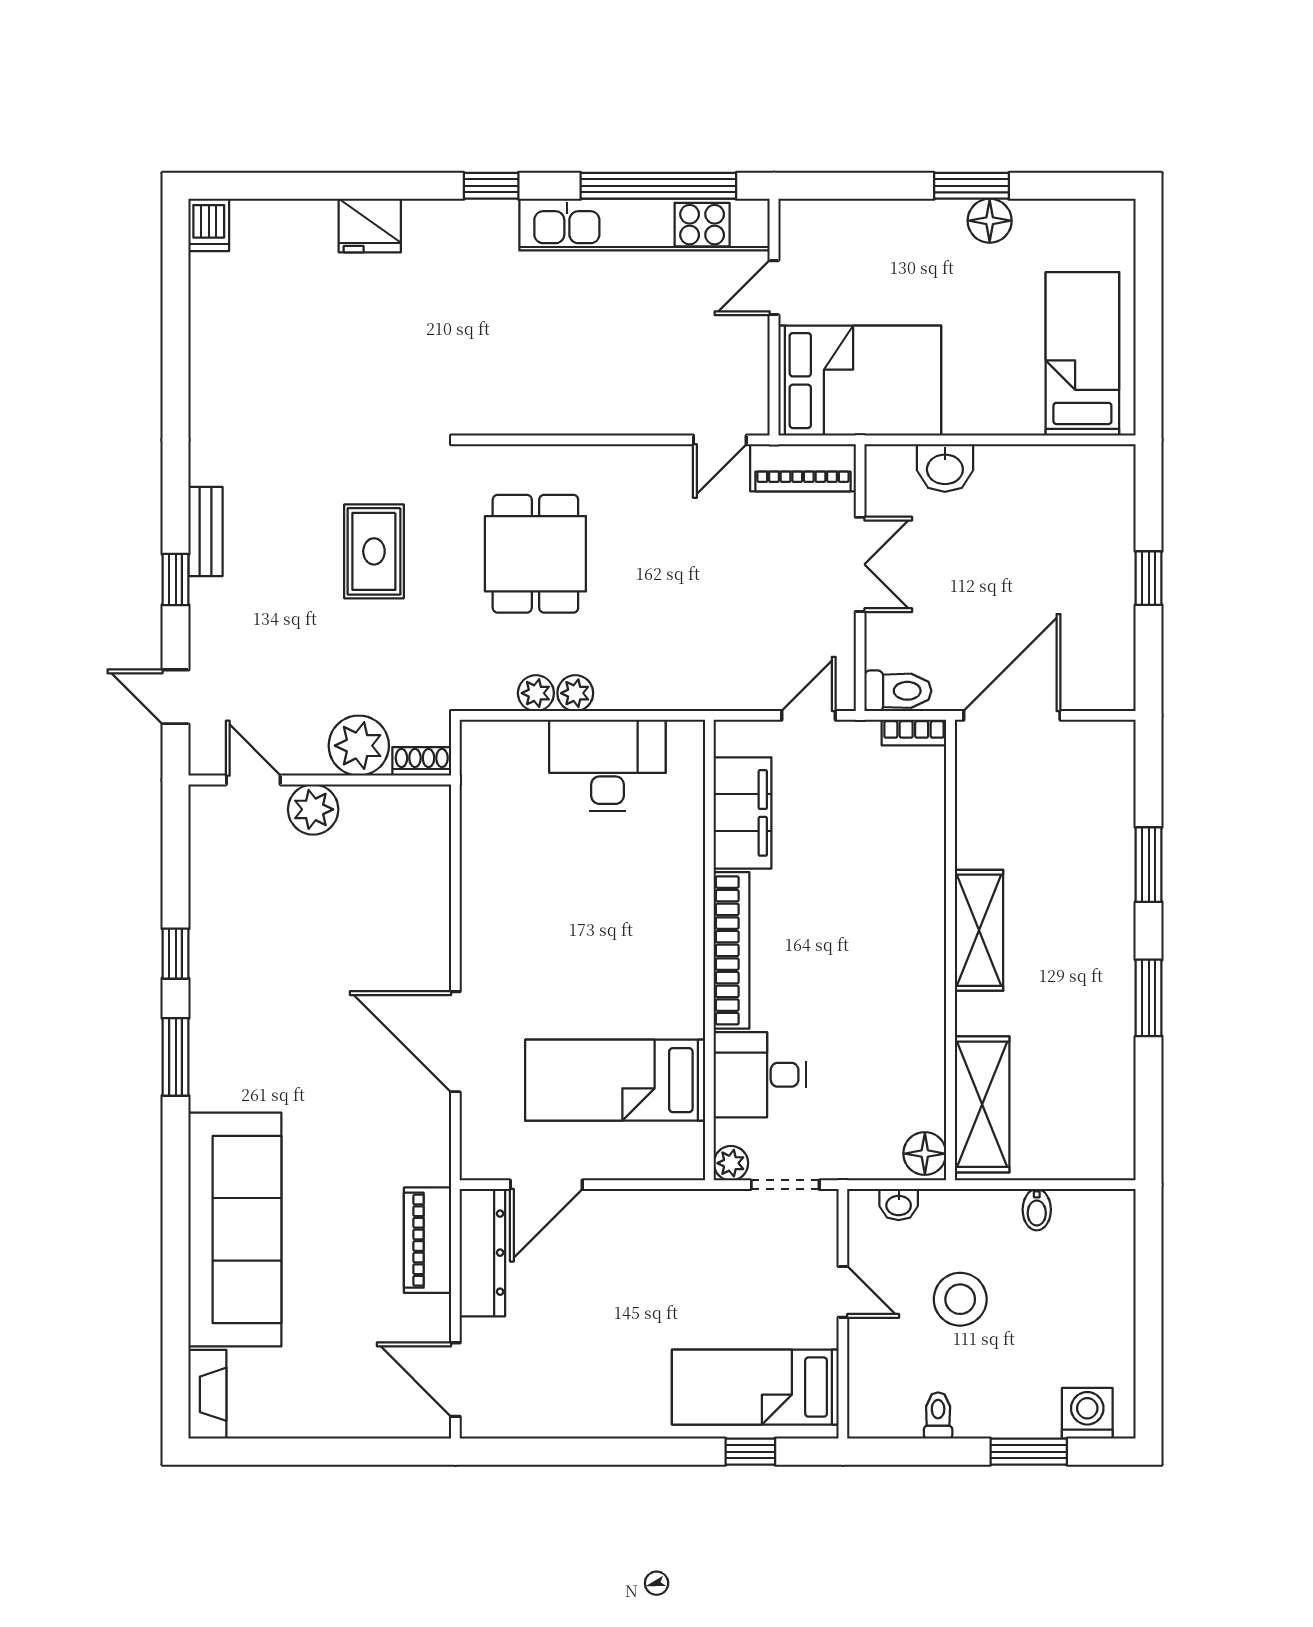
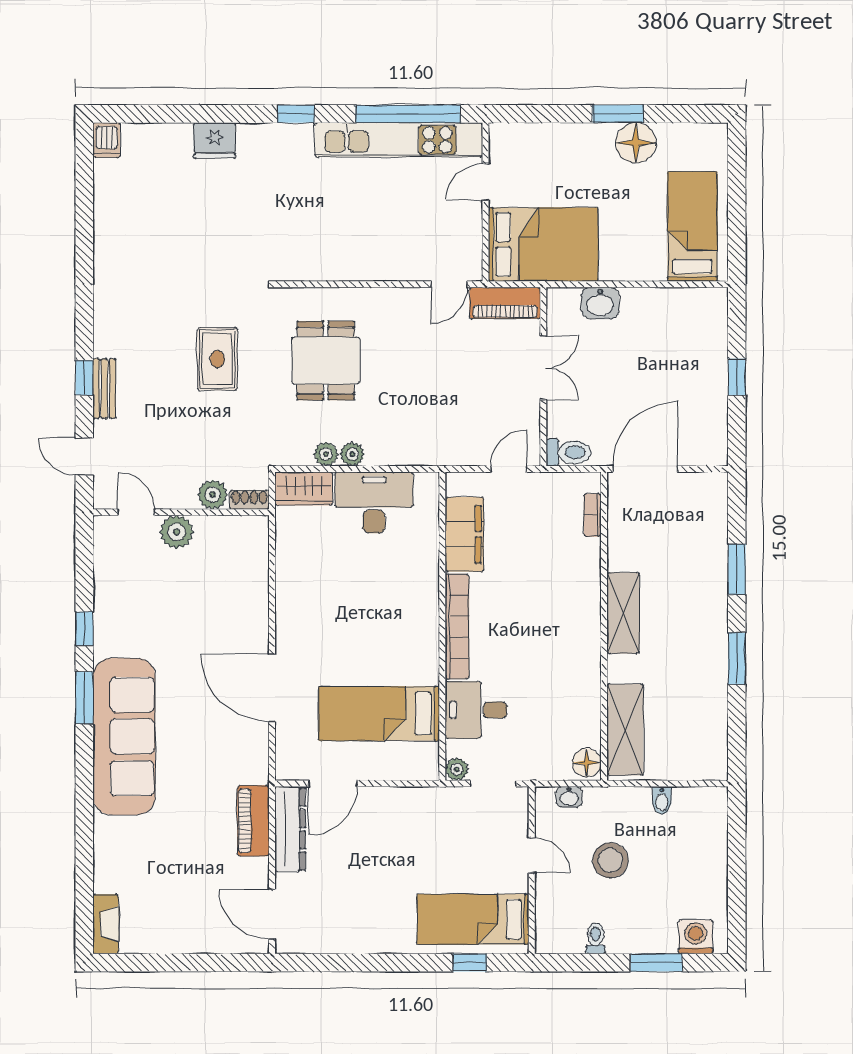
floor lamp: (990, 221) -> (636, 143), width x1.38, depth x1.38
bench: (205, 532) -> (104, 388), moved
bookcase: (914, 733) -> (592, 515), moved, turned 90
wardrobe: (503, 745) -> (304, 489), added
plant: (359, 746) -> (213, 495), width x0.73, depth x0.73
sofa: (235, 1229) -> (124, 736), moved

